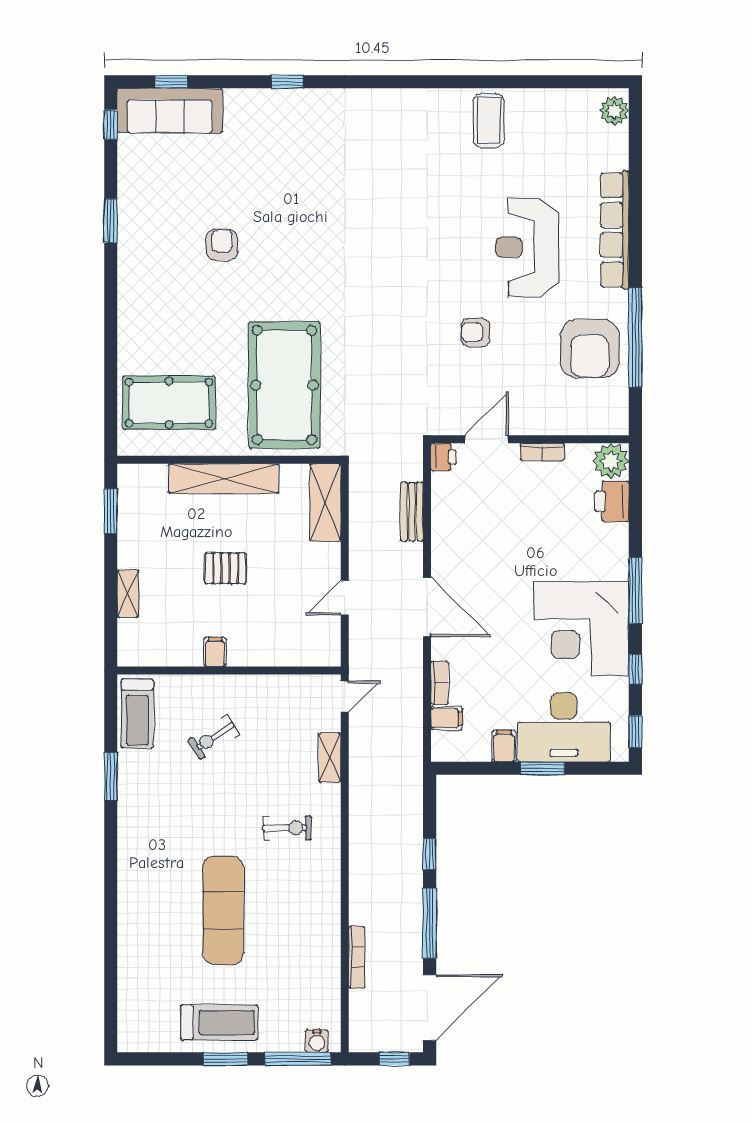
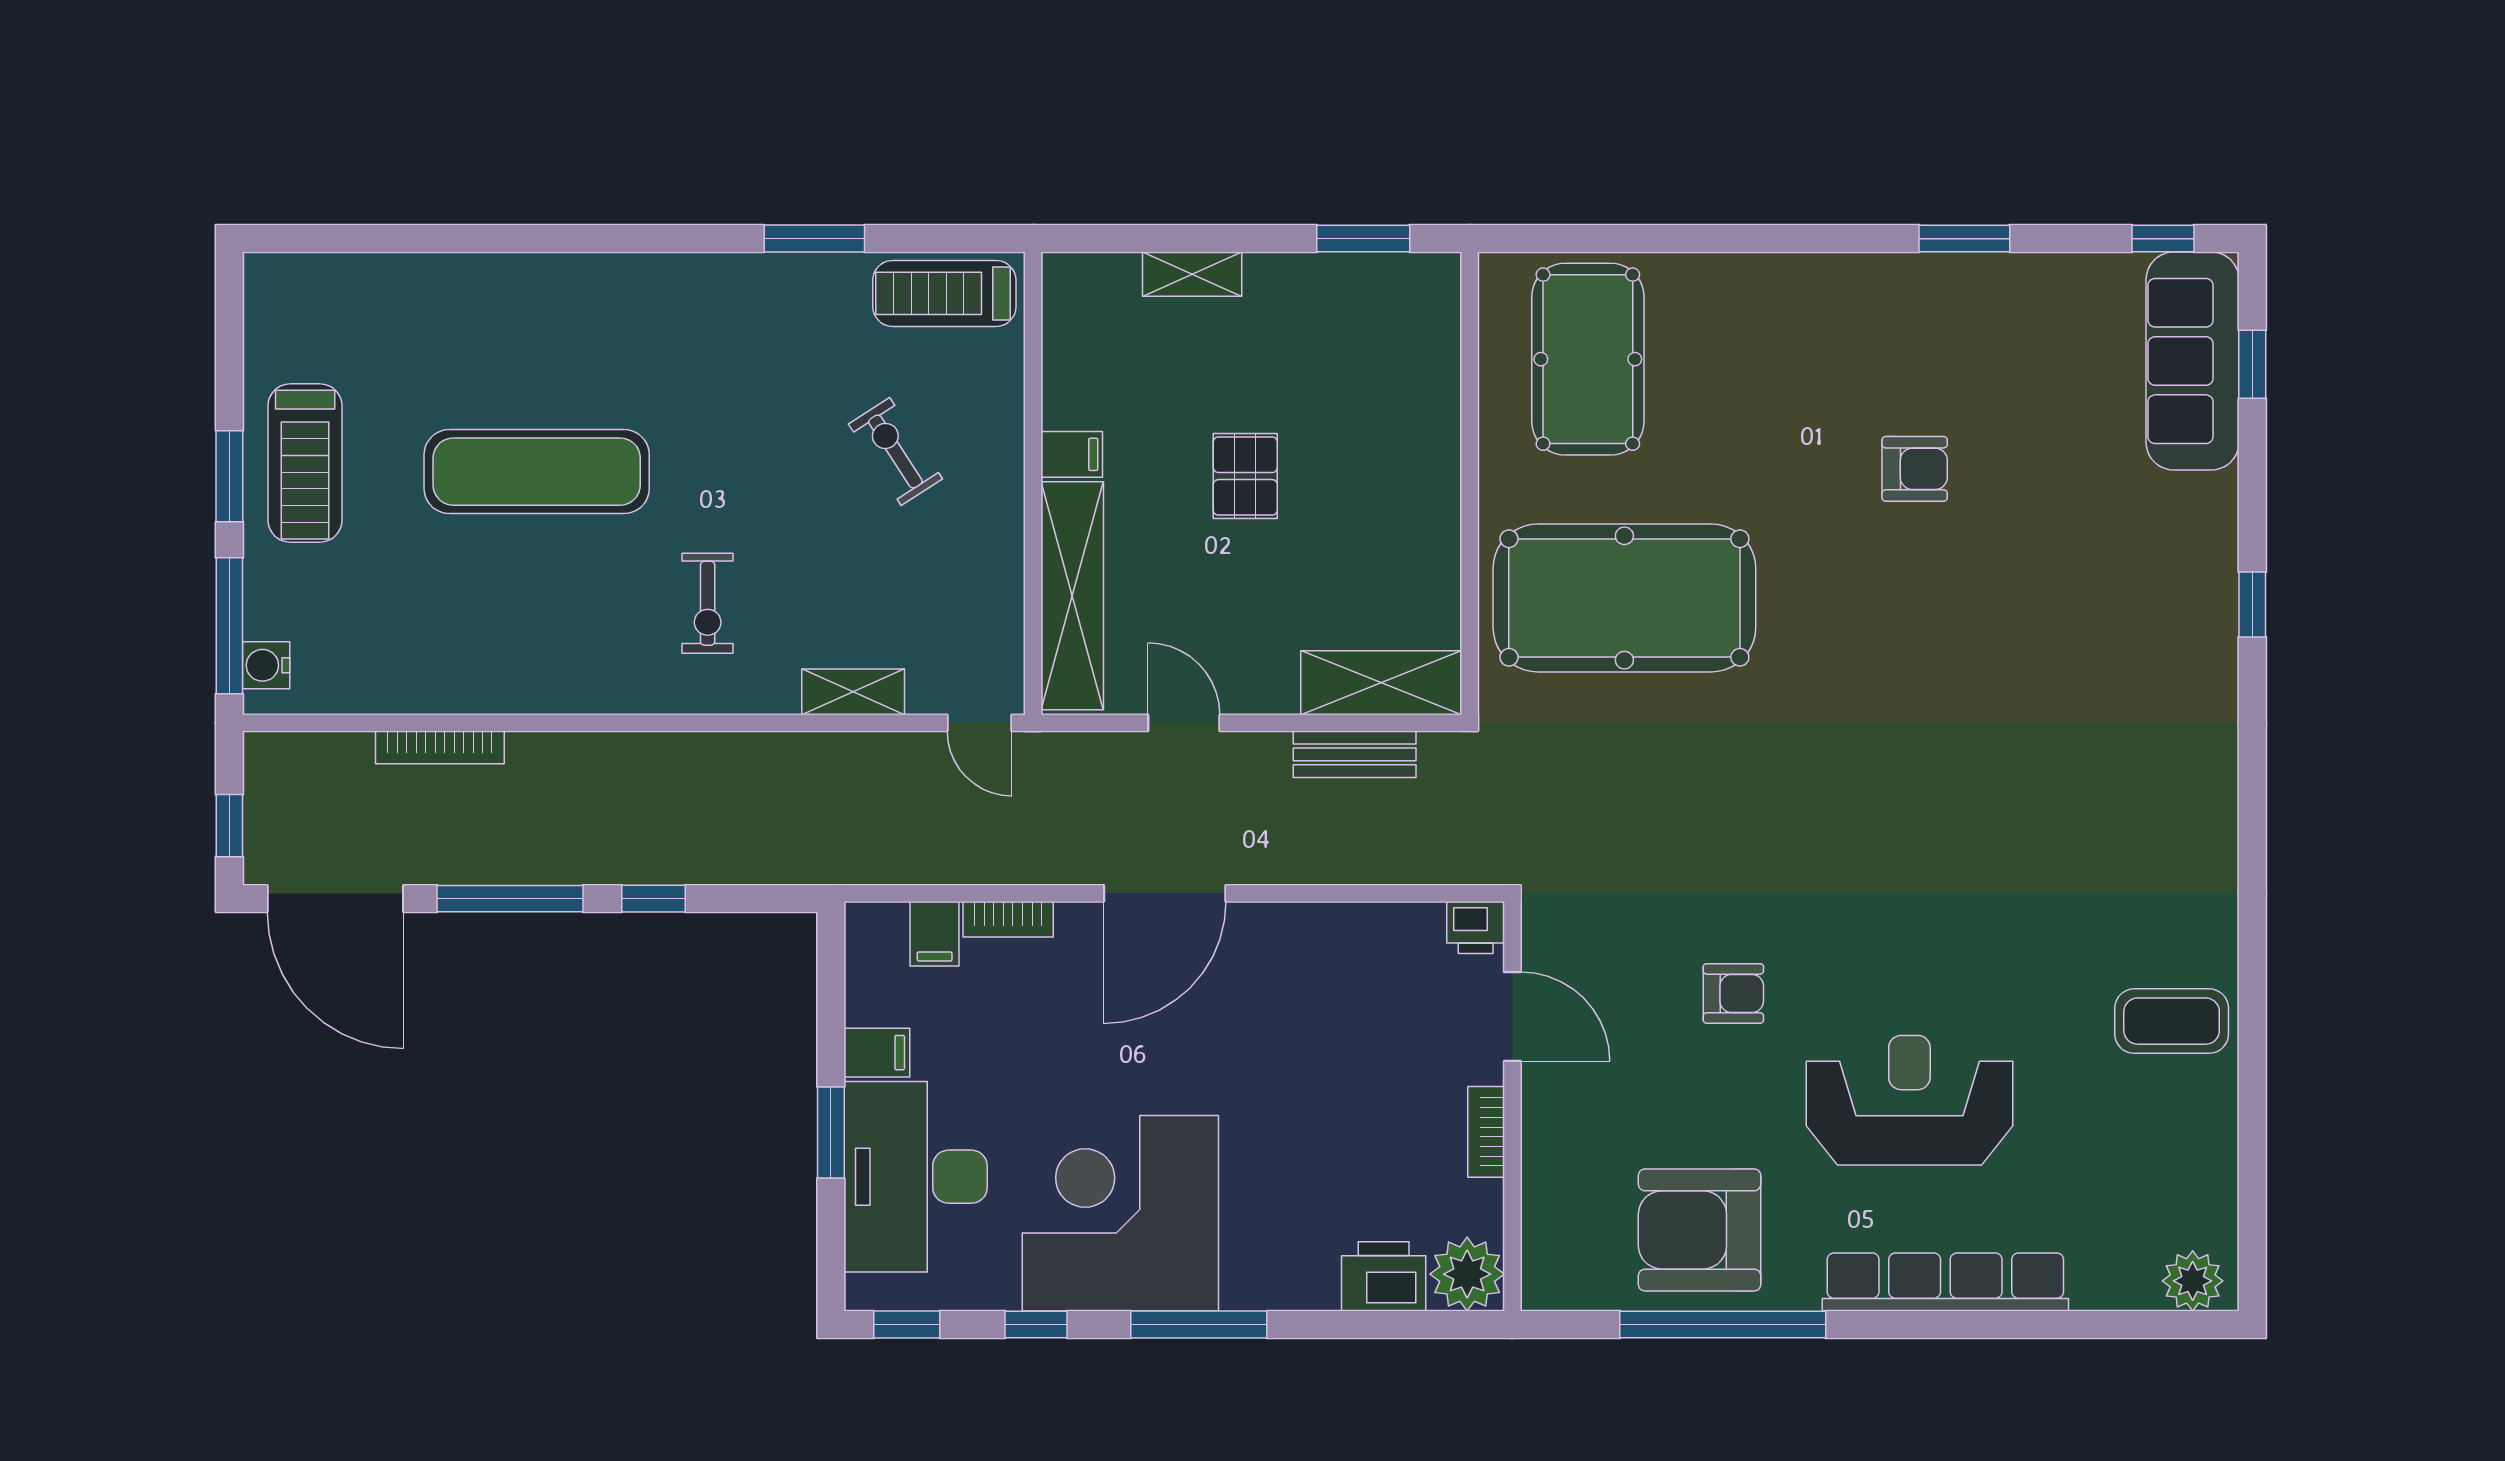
armchair: (475, 332) -> (1733, 993), turned 90
shelving: (224, 479) -> (1072, 596), moved
bench: (412, 512) -> (1355, 754), moved

